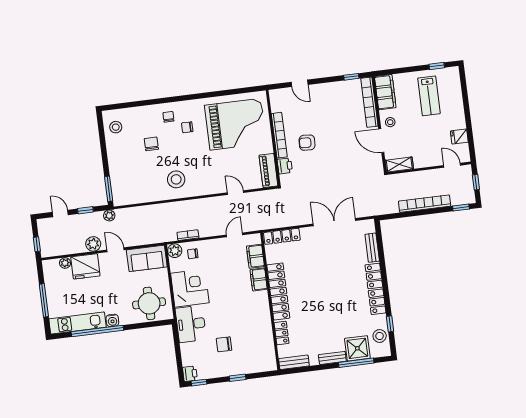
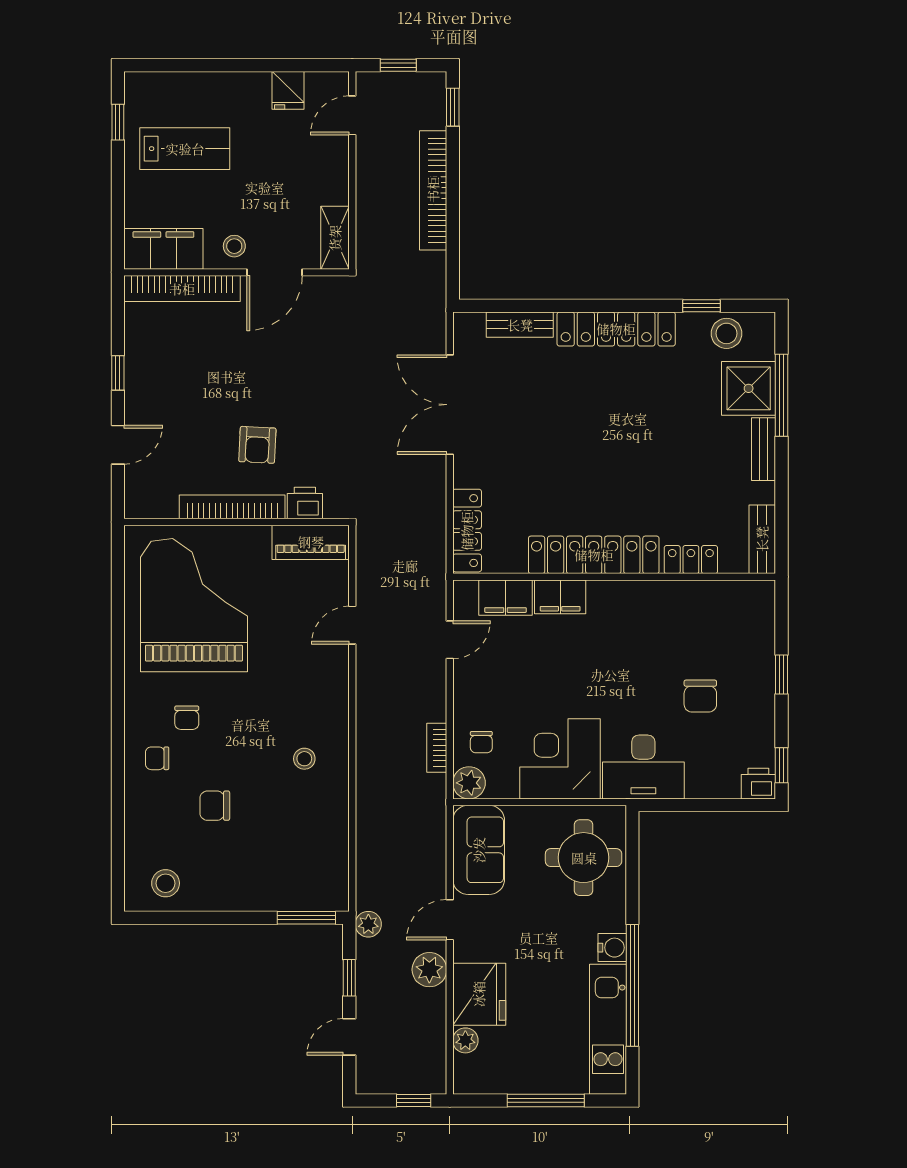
window: (351, 77) -> (118, 373), moved
stool: (176, 179) -> (304, 759), width x0.53, depth x0.53
door: (234, 235) -> (450, 640), swing flipped

